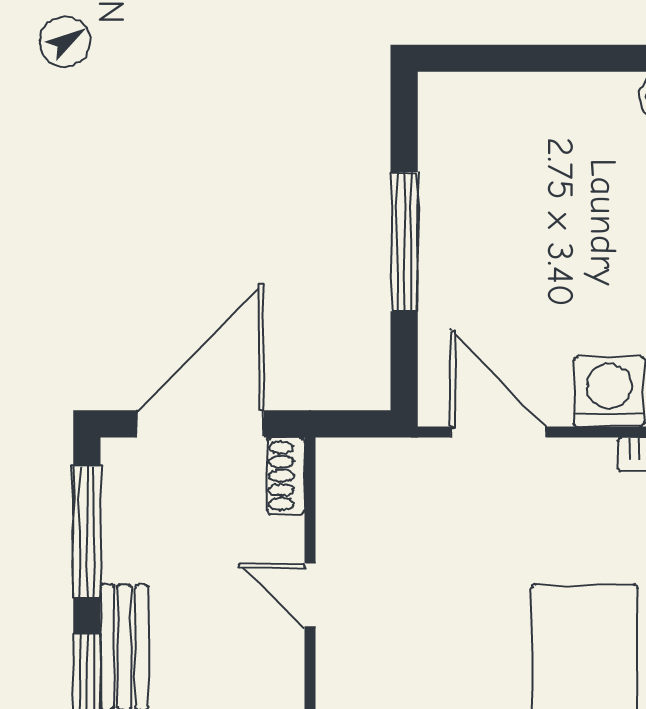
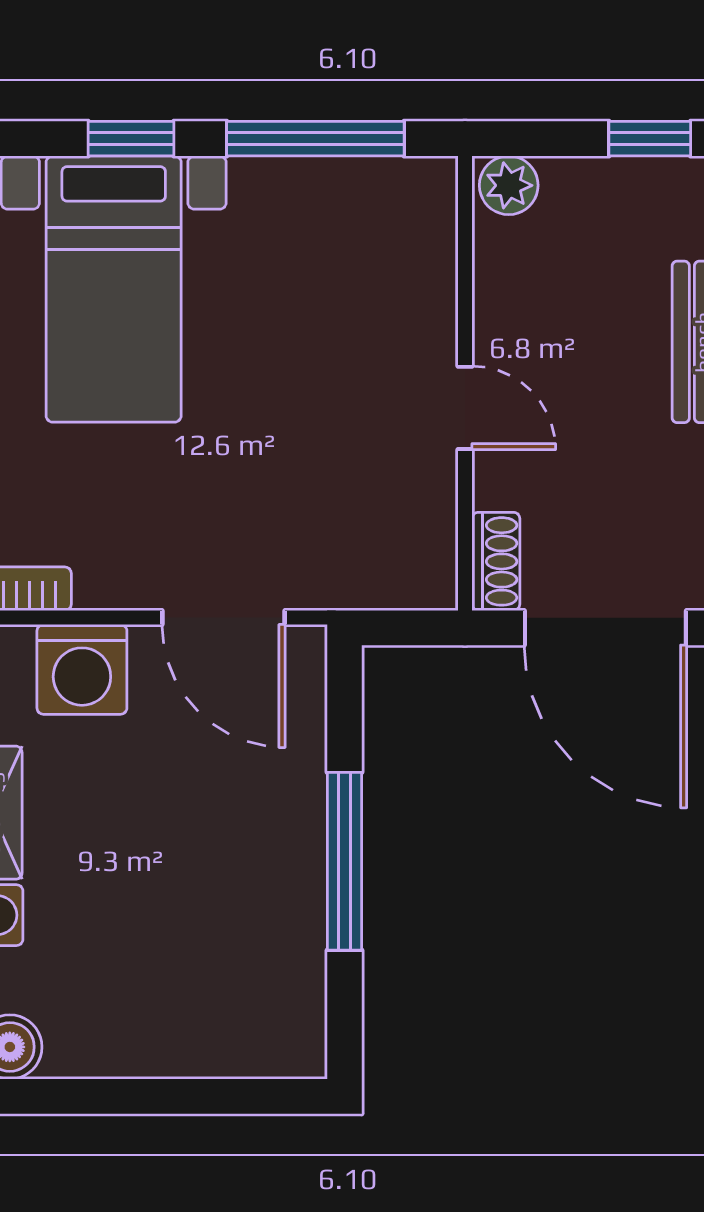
door: (201, 424) -> (605, 628), hinge flipped

